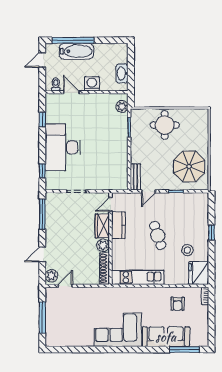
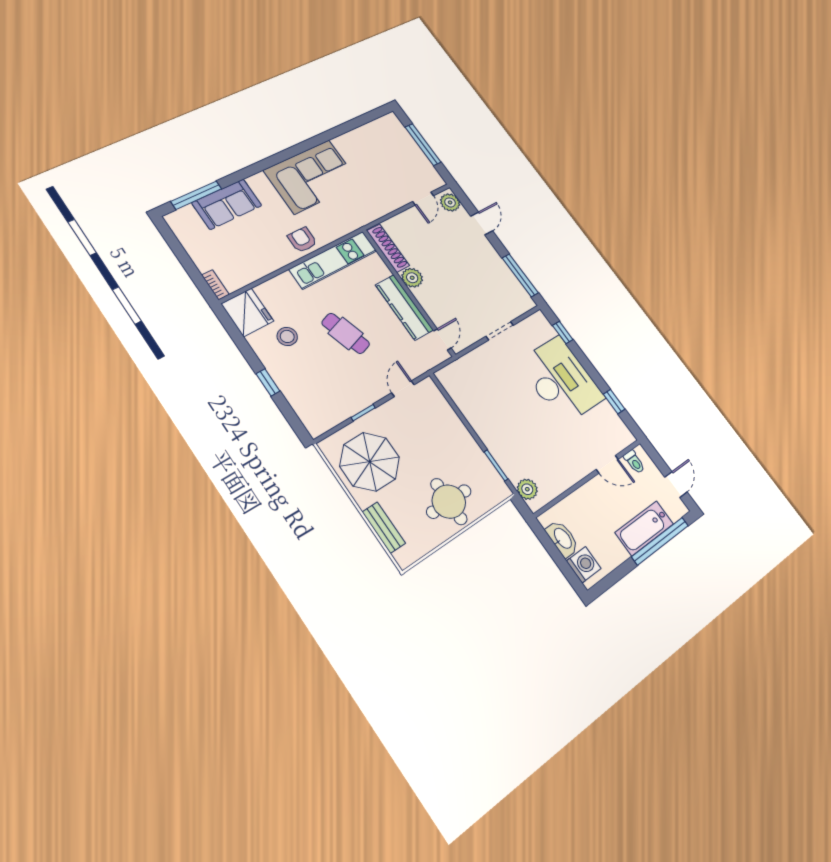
washing machine: (92, 84) -> (584, 565), moved, turned -90
bench: (135, 177) -> (384, 528), moved
kitchen counter: (118, 225) -> (404, 307), width x1.50
wardrobe: (102, 226) -> (432, 303), removed
armchair: (178, 304) -> (302, 240), moved
sofa: (166, 337) -> (227, 204), width x0.73

